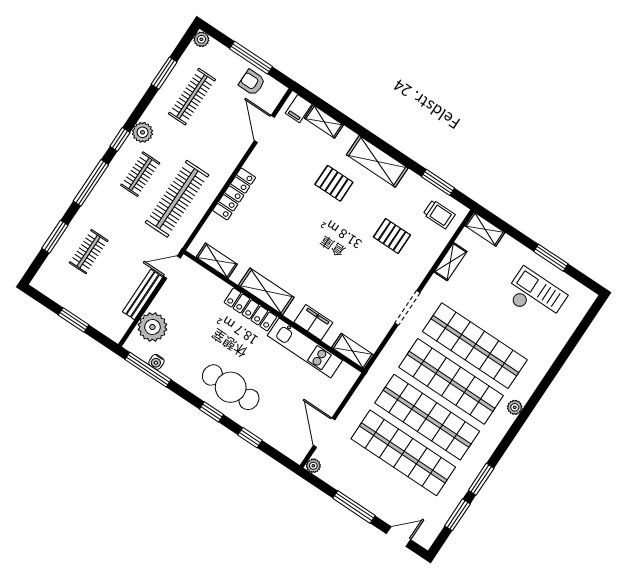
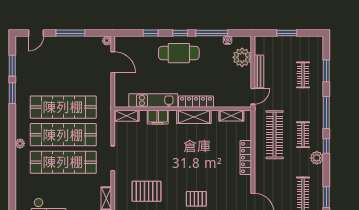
pallet: (392, 236) -> (147, 191), width x1.50, depth x1.42
window: (148, 370) -> (212, 33), moved
shop shelf: (403, 453) -> (63, 79), removed

